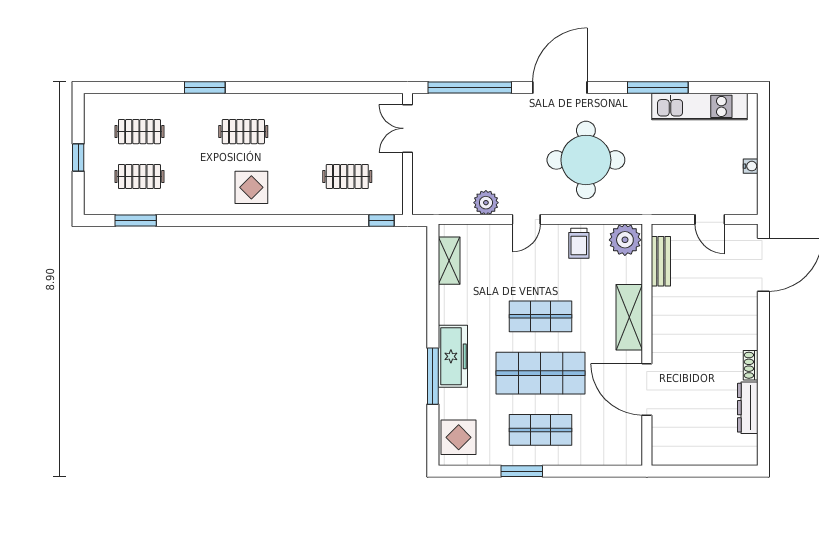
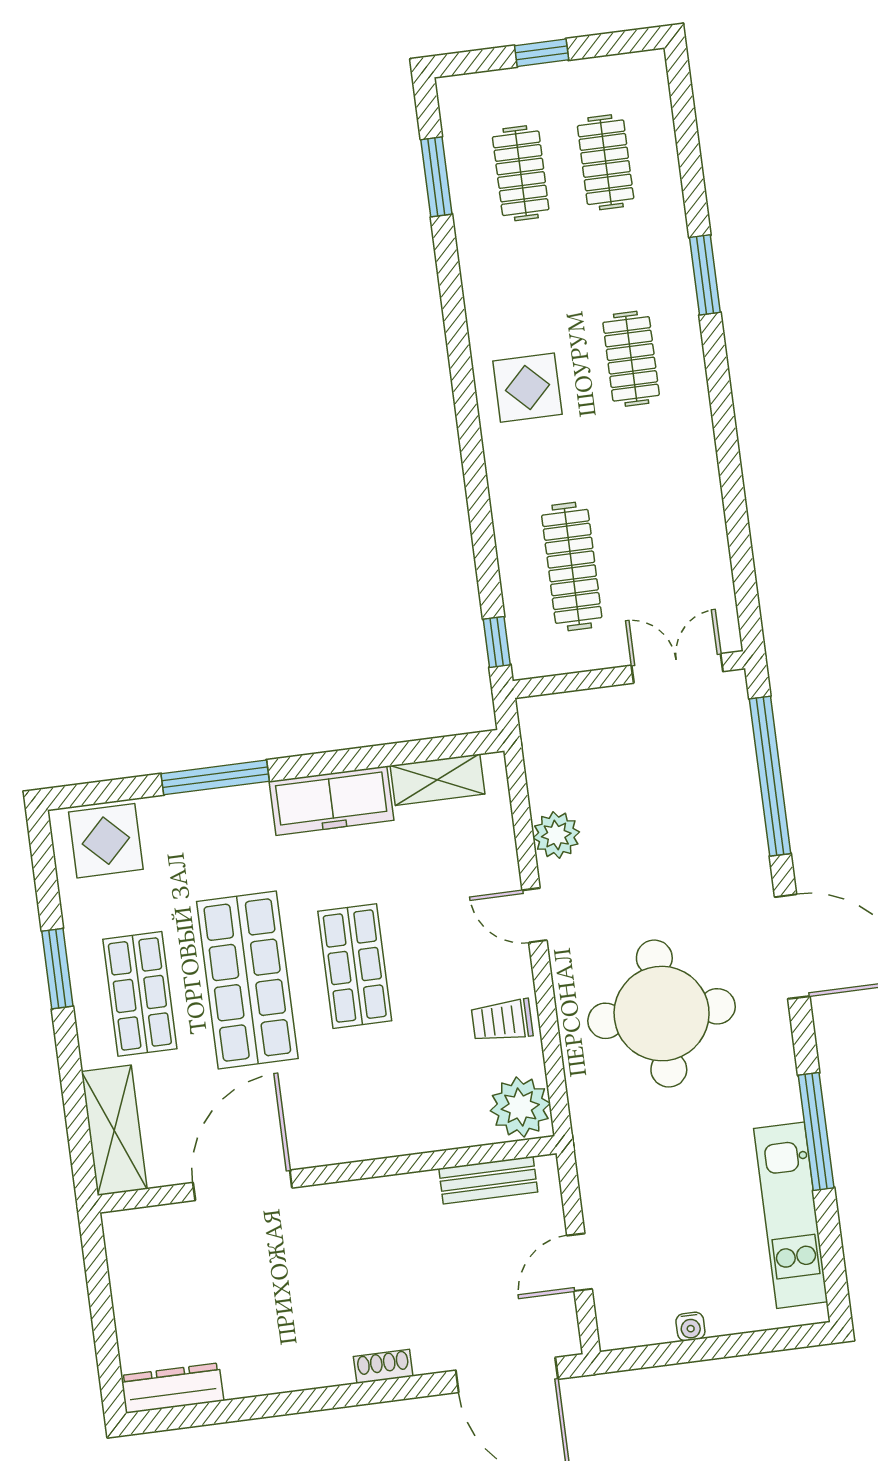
clothes rail: (347, 176) -> (572, 566), width x1.36
shelving: (629, 317) -> (114, 1130), moved, turned 90
freezer: (453, 356) -> (331, 801), moved
shoe rack: (751, 365) -> (383, 1366), moved
dresser: (748, 408) -> (172, 1388), moved

